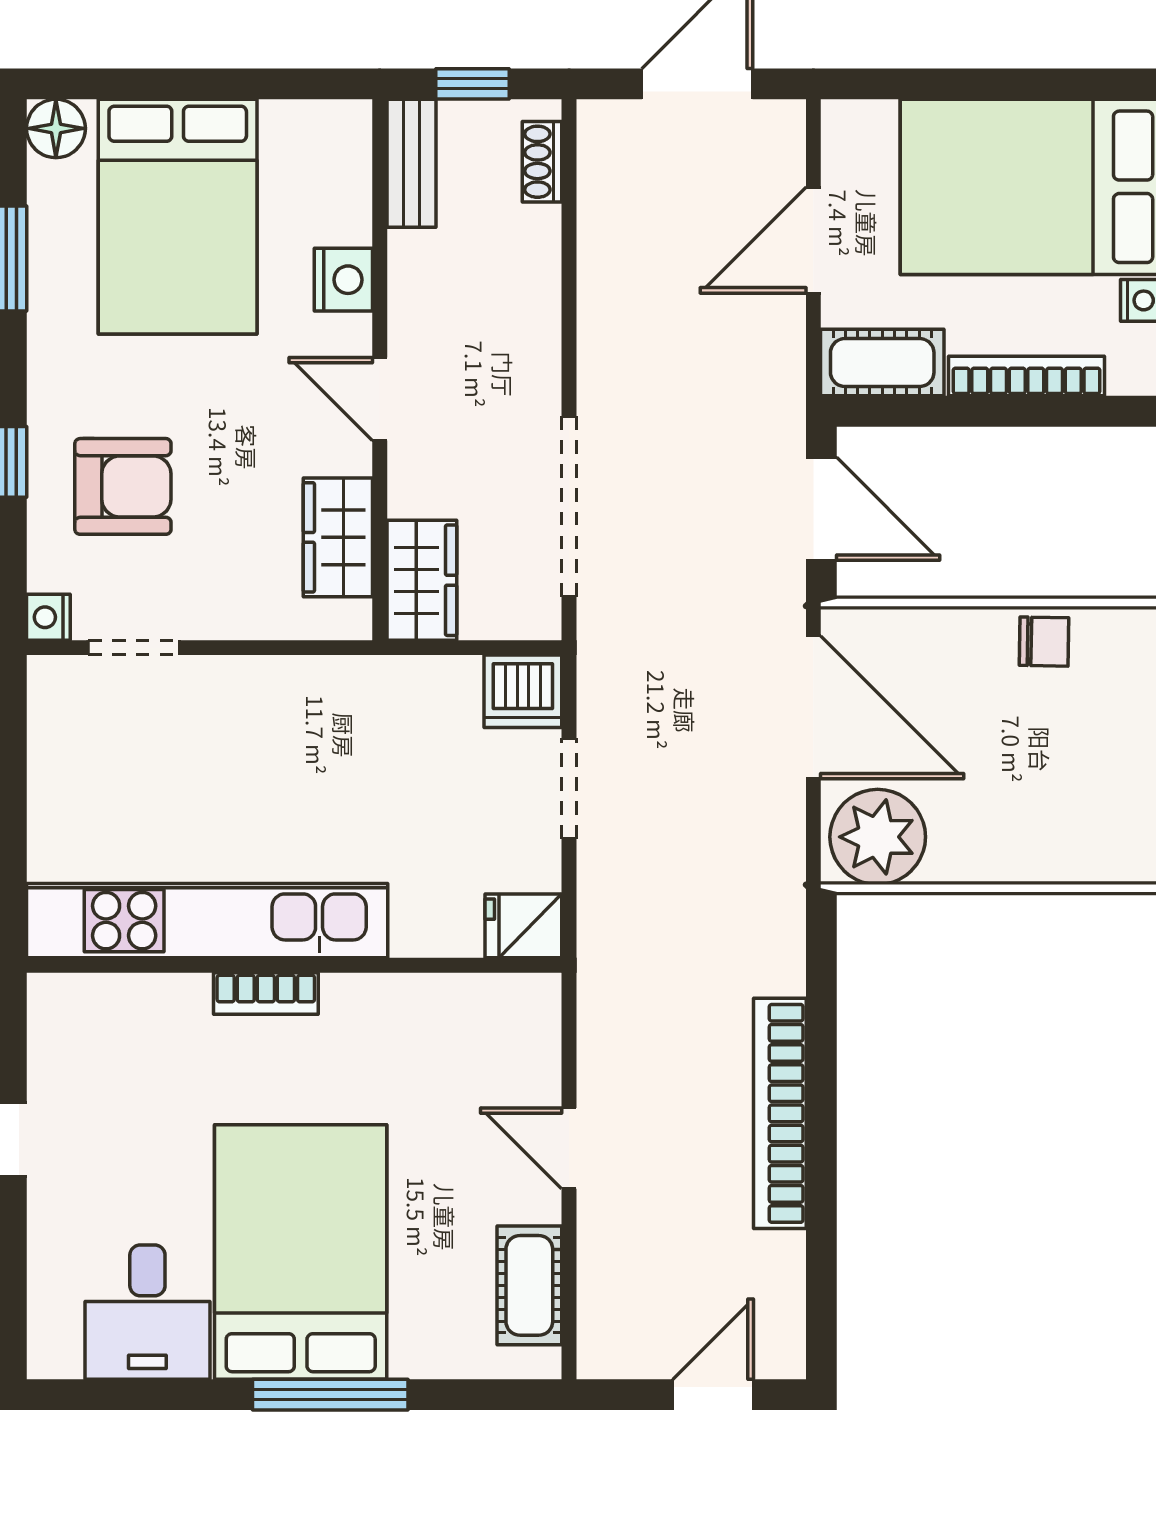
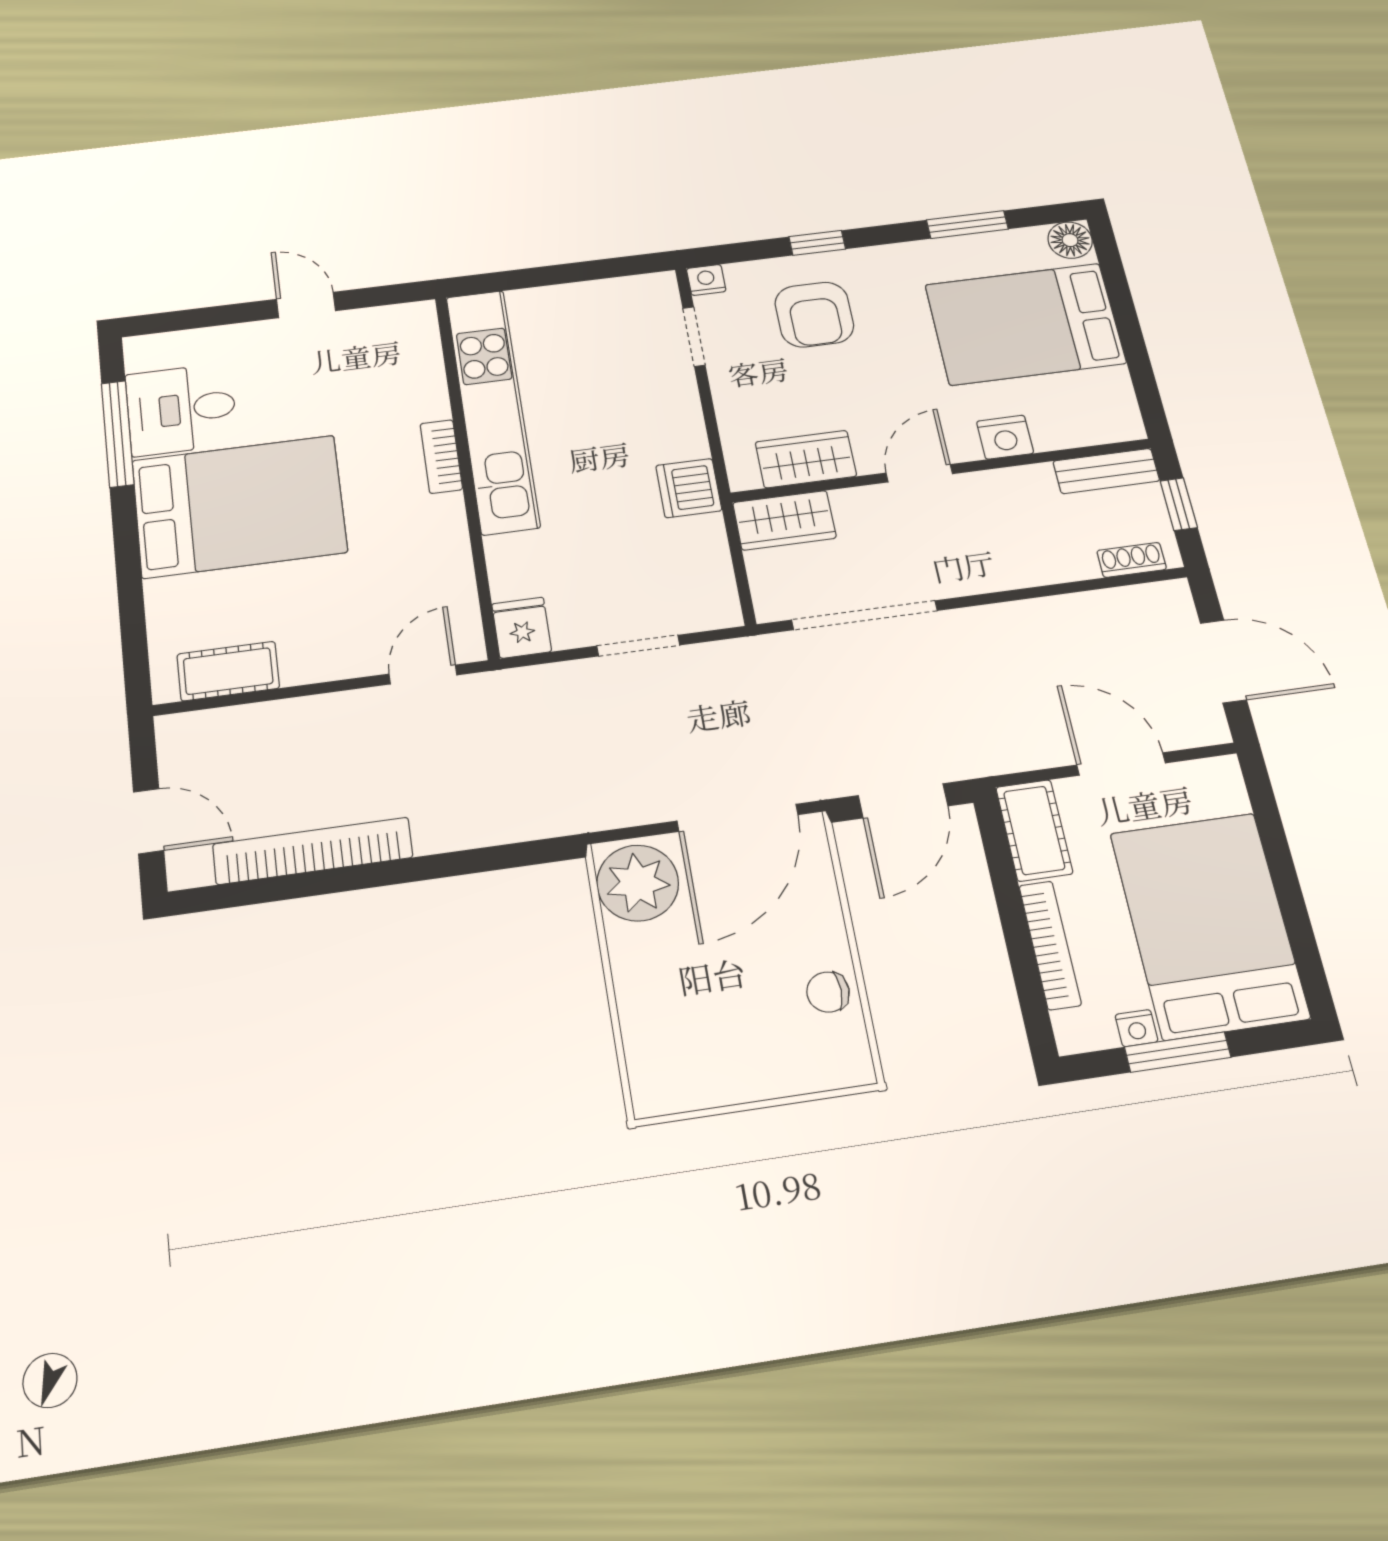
chair: (1044, 642) -> (828, 992), turned 89
dishwasher: (523, 691) -> (689, 488), moved
bookcase: (780, 1113) -> (313, 851), moved
door: (569, 1148) -> (423, 674), moved
window: (330, 1395) -> (118, 434), moved

